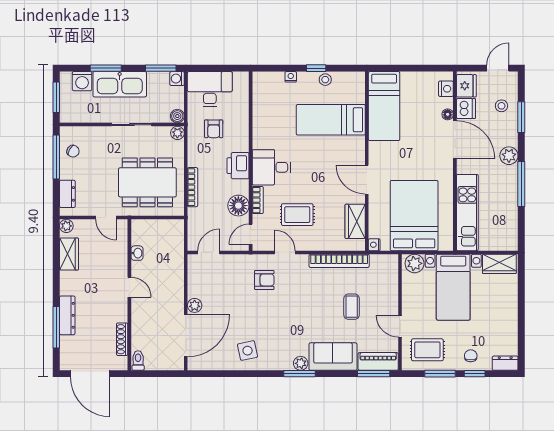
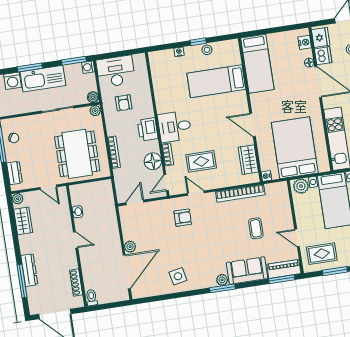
dining table: (147, 182) -> (77, 154), turned 90

